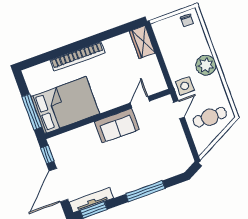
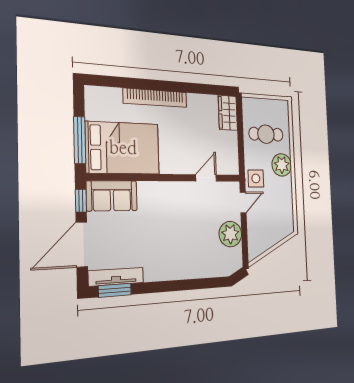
chair: (187, 20) -> (277, 110), removed
cafe table: (210, 117) -> (266, 134), moved
sofa: (117, 126) -> (112, 196), moved
plant: (175, 139) -> (230, 234), added
window: (145, 191) -> (181, 285), removed

